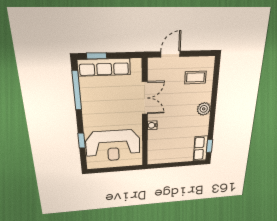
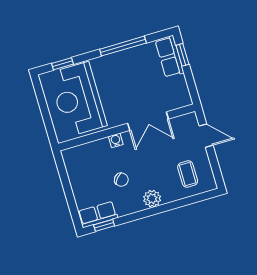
row of seats: (104, 67) -> (170, 57), width x0.68
window: (77, 90) -> (123, 46), moved
chair: (182, 128) -> (121, 180), added
window: (82, 141) -> (63, 64), moved

